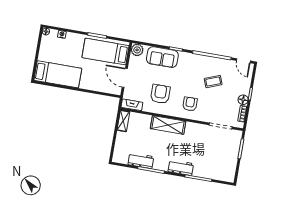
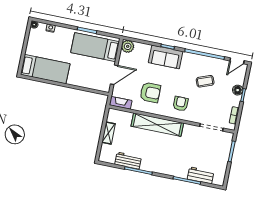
sofa: (162, 57) -> (166, 57), moved
door: (243, 61) -> (237, 61), hinge flipped
door: (125, 78) -> (114, 75), swing flipped
armchair: (160, 94) -> (150, 93), turned 90
floor lamp: (243, 100) -> (238, 90), moved
shelving: (123, 121) -> (108, 133), moved
shelving: (168, 125) -> (157, 125), width x1.47
workbench: (181, 168) -> (201, 175), moved

